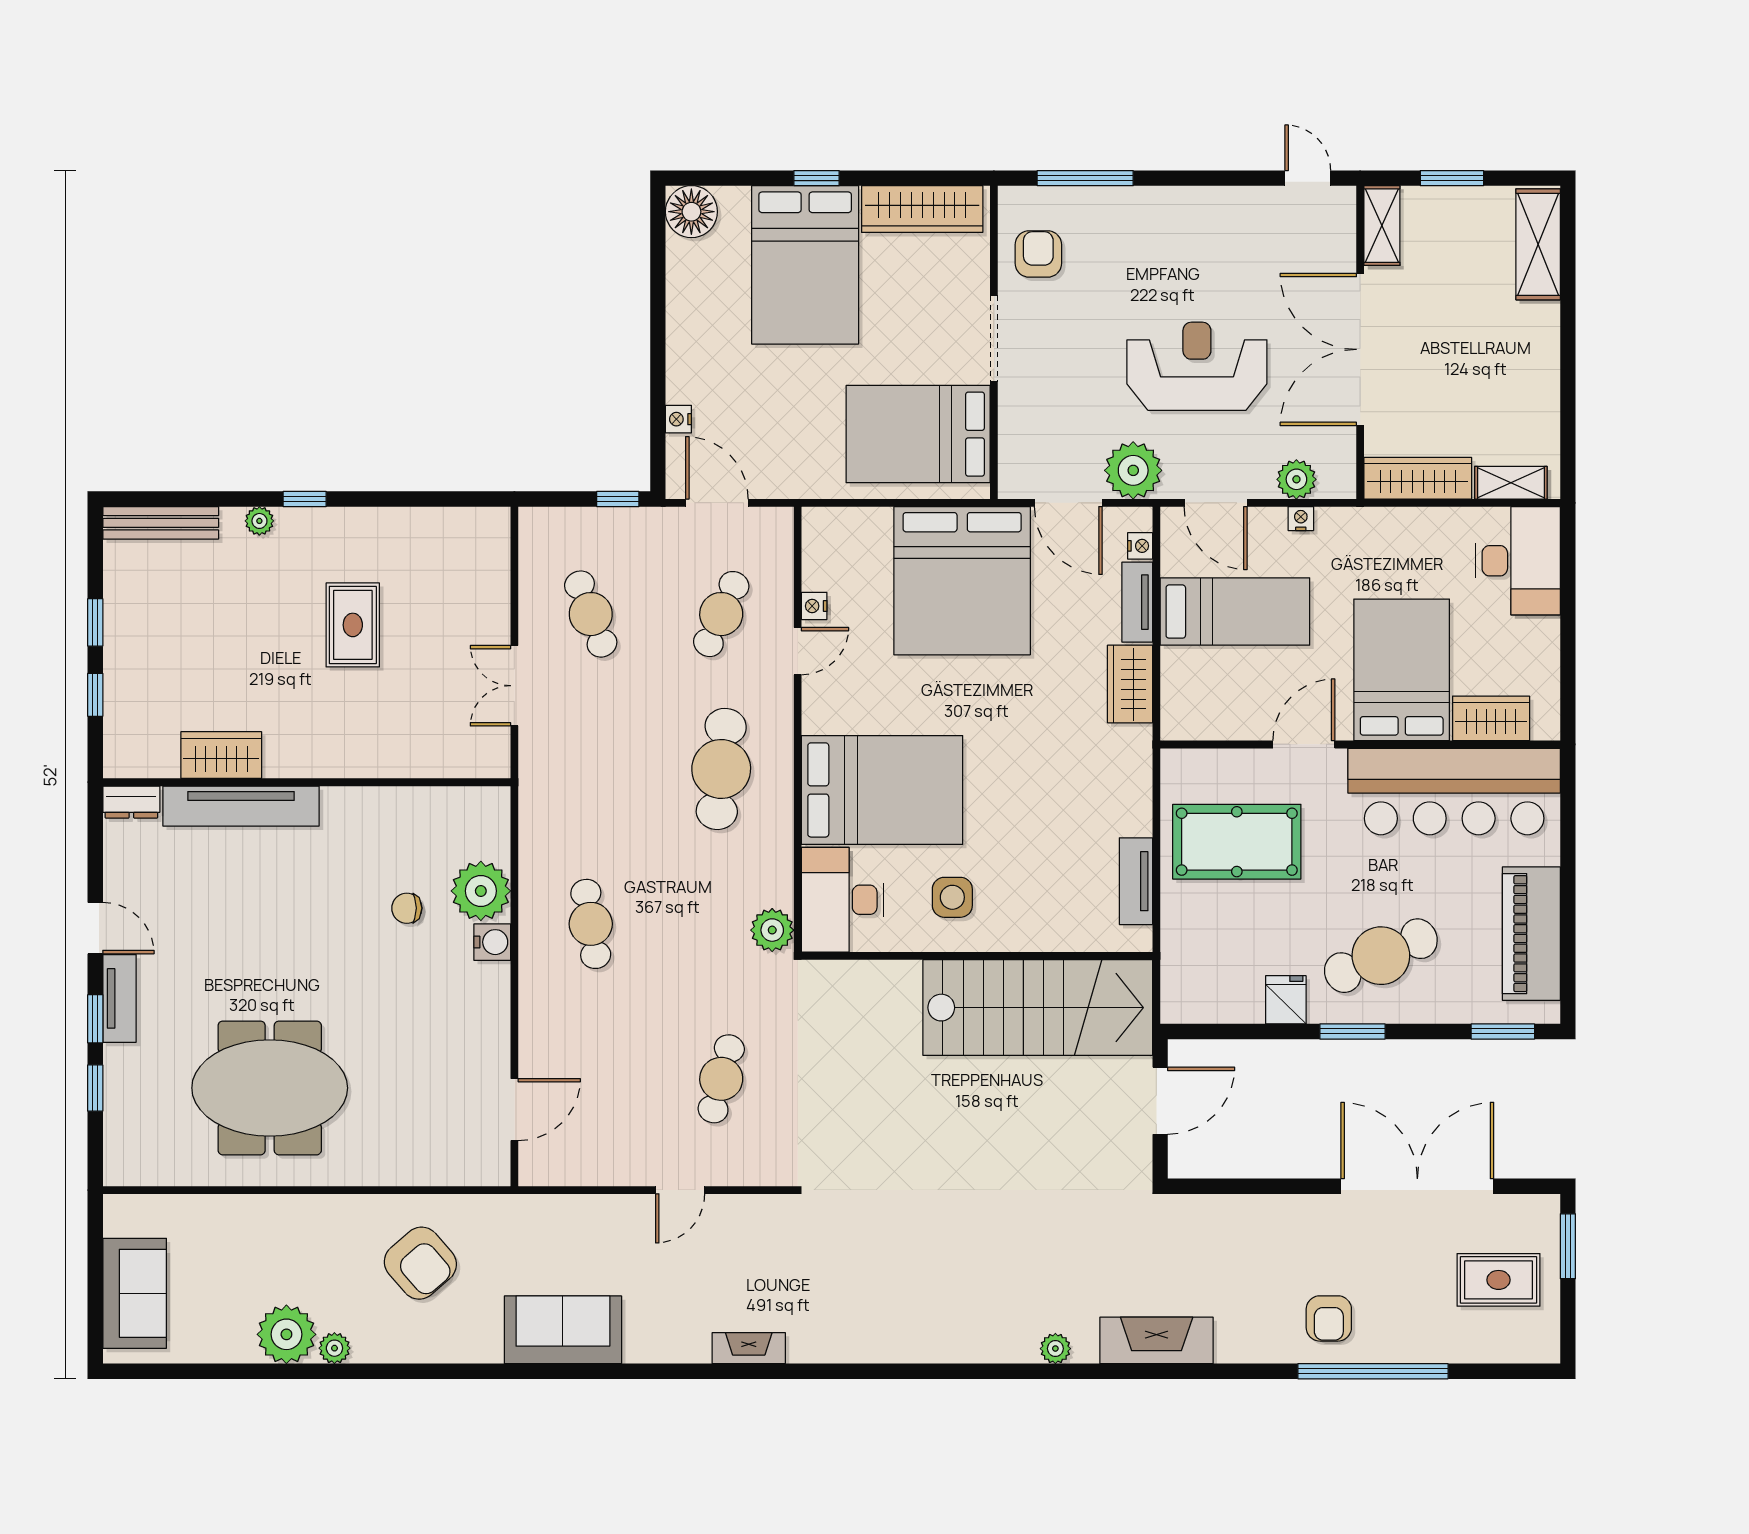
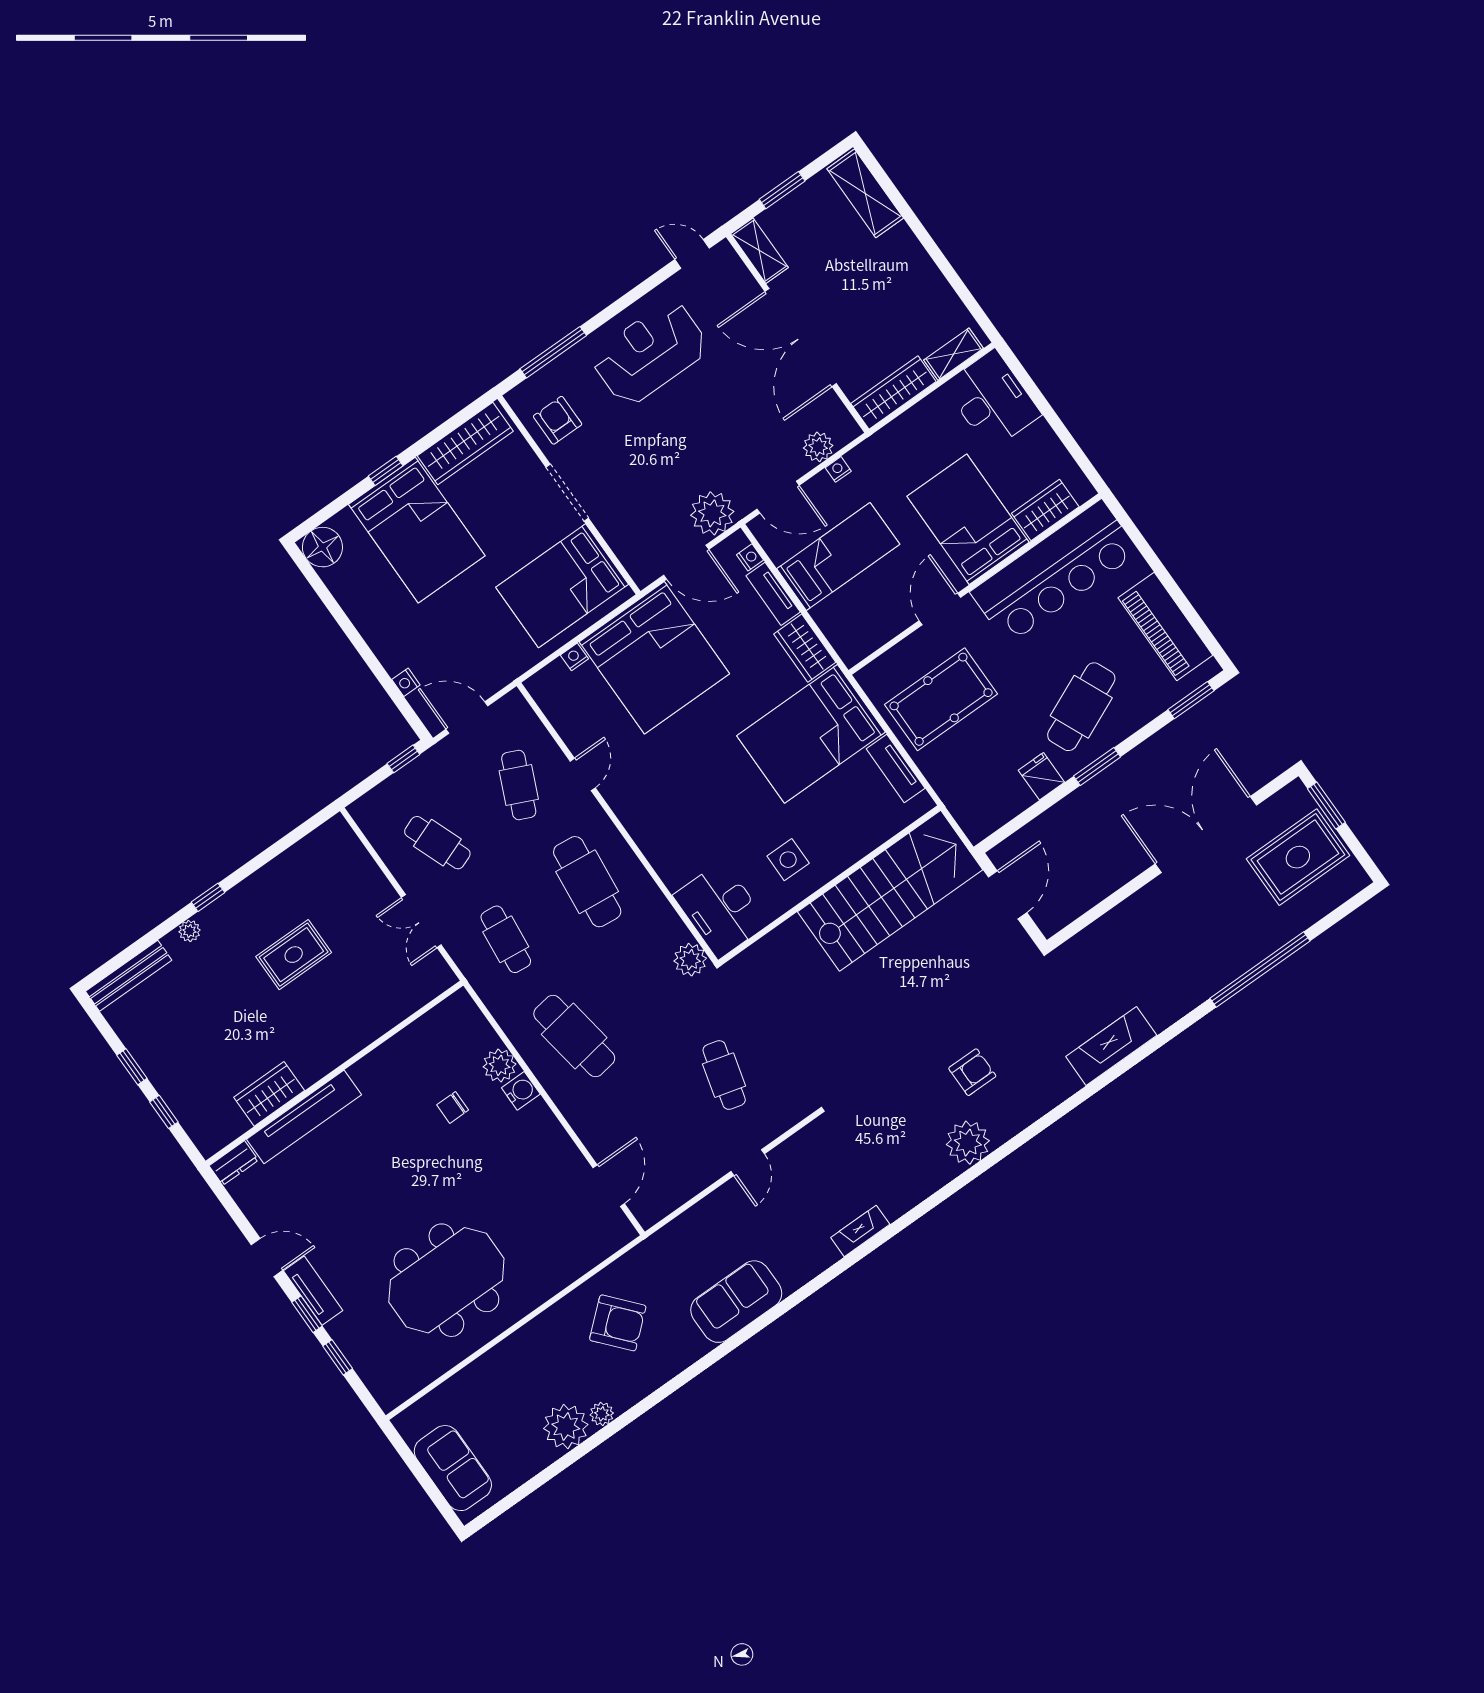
reception desk: (1197, 366) -> (650, 353), moved
nightstand: (814, 606) -> (574, 657), moved, turned 90
rug: (353, 625) -> (294, 955), turned 90
cafe table: (591, 769) -> (506, 939), added
bed: (882, 790) -> (811, 734), moved, turned 180
plant: (481, 891) -> (500, 1065), width x0.73, depth x0.73
cafe table: (591, 924) -> (574, 1036), width x1.37, depth x1.35
rug: (1498, 1280) -> (1298, 857), width x1.36, depth x1.43
armchair: (1329, 1318) -> (972, 1072), moved, turned -90
plant: (1055, 1349) -> (968, 1143), moved, width x1.87, depth x1.87

